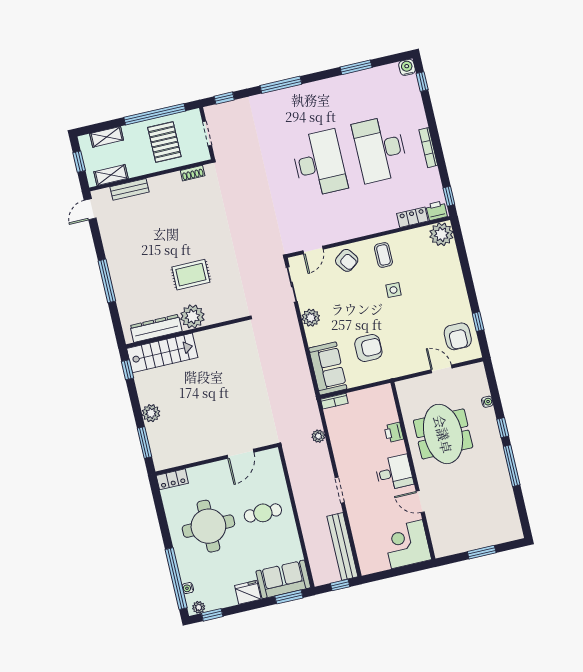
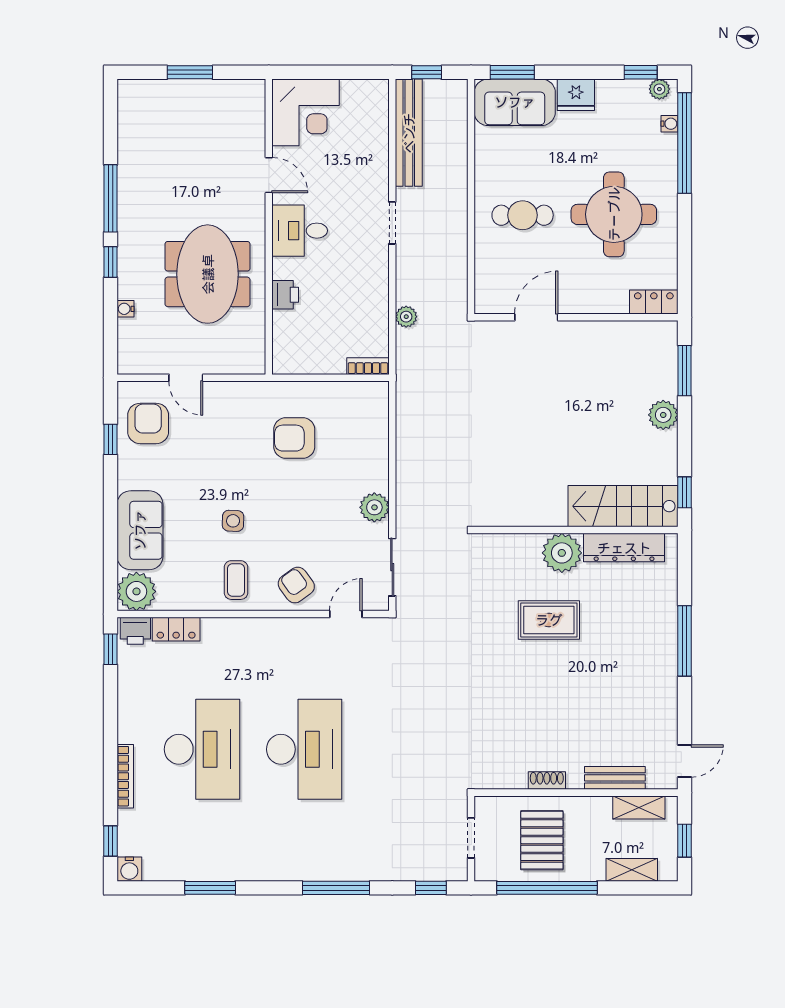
bookcase: (428, 148) -> (125, 776), moved
desk: (319, 163) -> (304, 749), turned 180
shoe rack: (193, 173) -> (547, 780), moved
sofa: (328, 368) -> (140, 530), moved, turned 180

